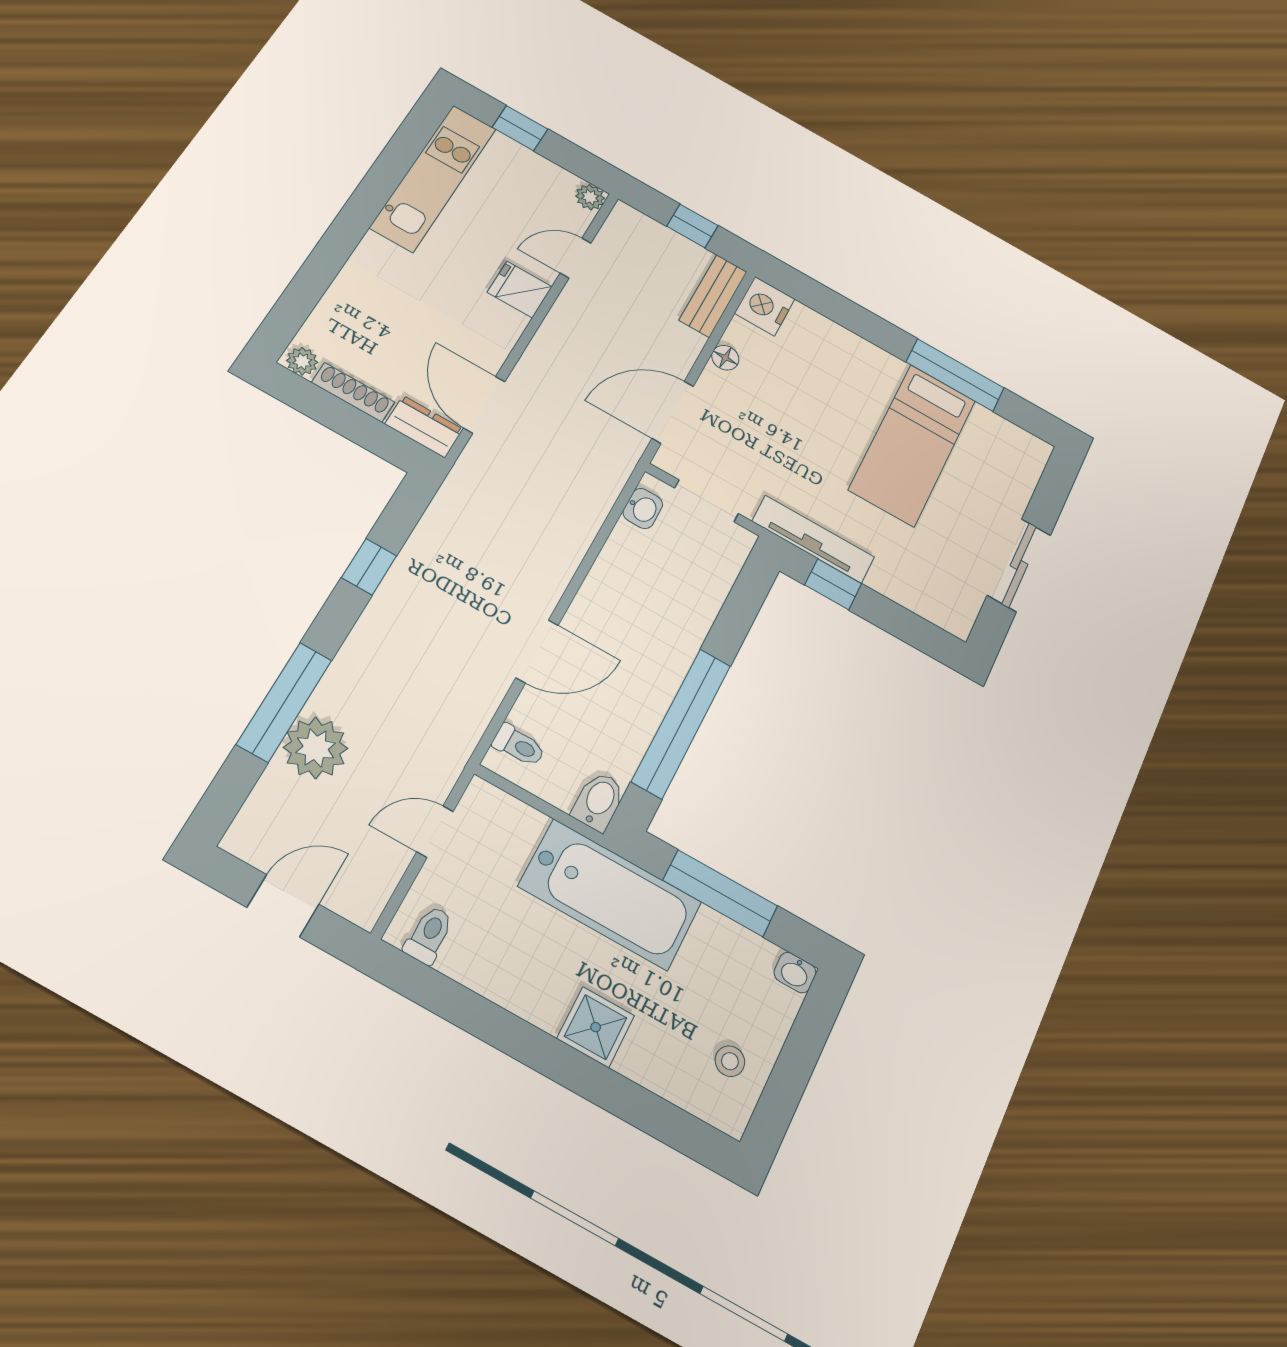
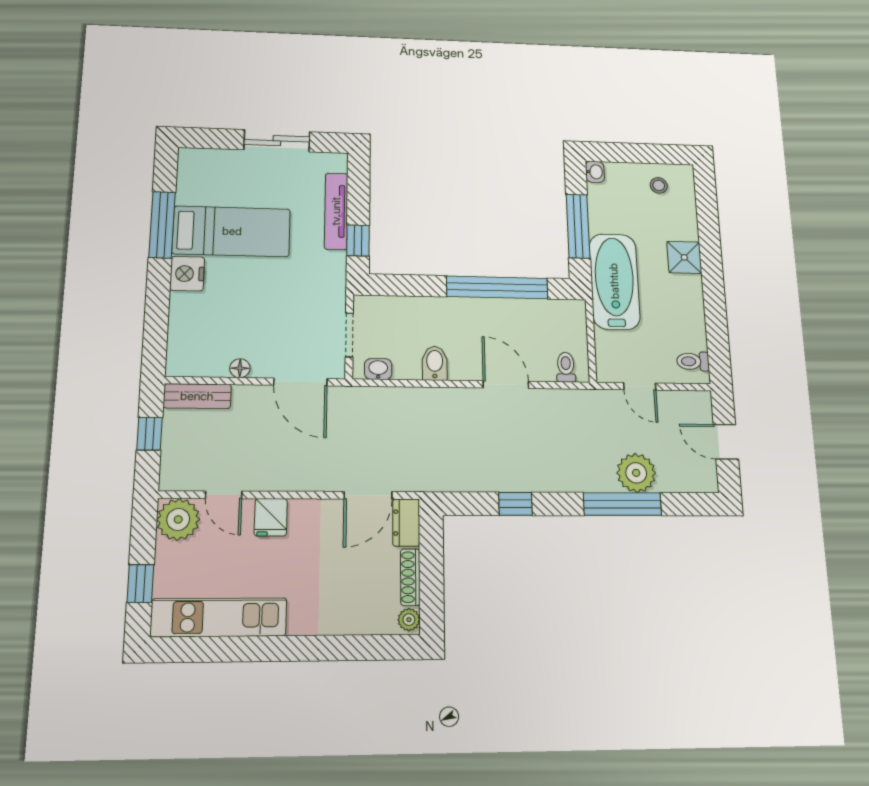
plant: (590, 197) -> (178, 519), width x1.88, depth x1.88
nightstand: (765, 306) -> (187, 274), moved, turned 90
tv unit: (813, 539) -> (336, 211), moved
bidet: (599, 801) -> (435, 363), moved, turned 90

